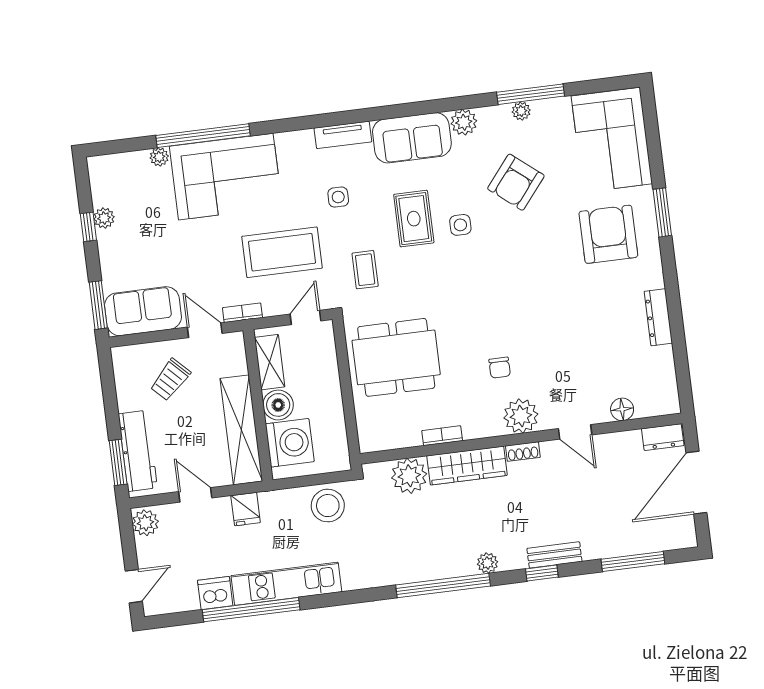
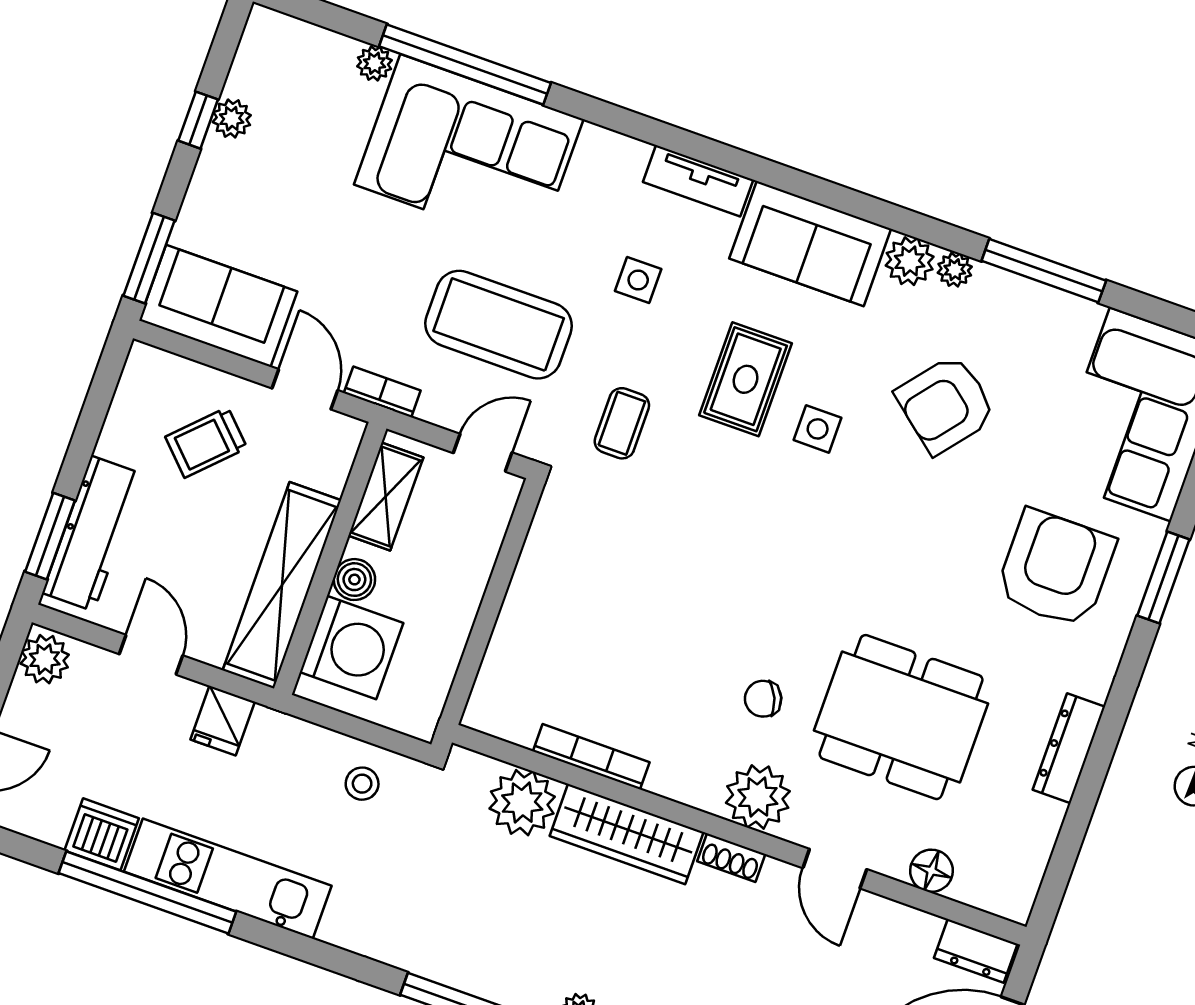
plant: (521, 111) -> (955, 270), moved
dining table: (396, 357) -> (901, 717), moved
chair: (500, 368) -> (763, 699), turned 67
boiler: (278, 405) -> (354, 580), width x0.73, depth x0.73
bookcase: (442, 436) -> (591, 757), width x1.56
stool: (328, 506) -> (362, 784), width x0.53, depth x0.53

